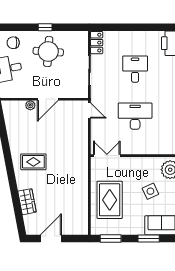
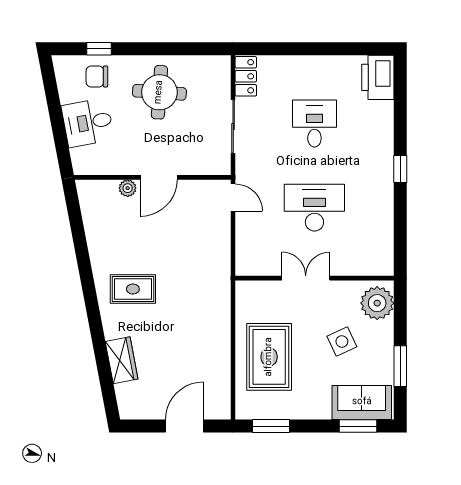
window: (45, 27) -> (99, 49), moved
double door: (107, 156) -> (306, 278), moved
door: (51, 239) -> (184, 426), moved
window: (149, 239) -> (358, 426), moved

